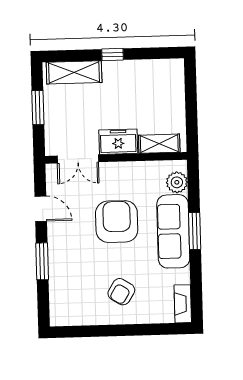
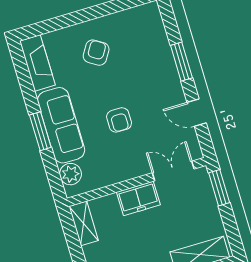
window: (38, 108) -> (219, 188), moved
shelving: (159, 144) -> (84, 223), moved, turned 90
armchair: (117, 222) -> (119, 120), width x0.53, depth x0.53
fireplace: (183, 304) -> (37, 63), width x1.37, depth x1.32

